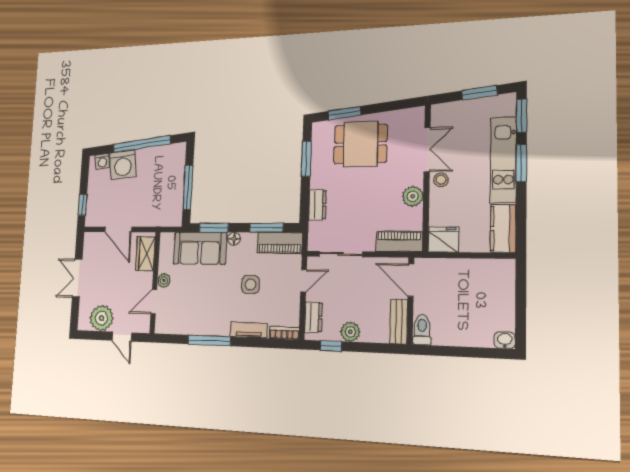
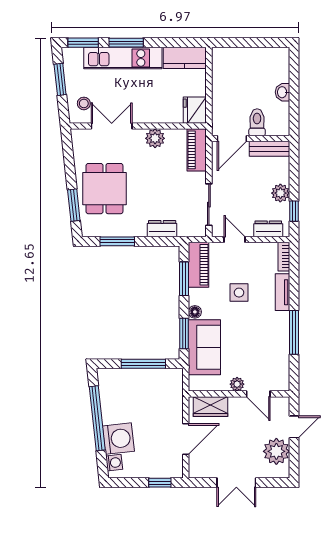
stool: (441, 180) -> (84, 103), moved
toilet: (422, 330) -> (257, 122), moved, turned 90
washbasin: (505, 340) -> (282, 92), moved

